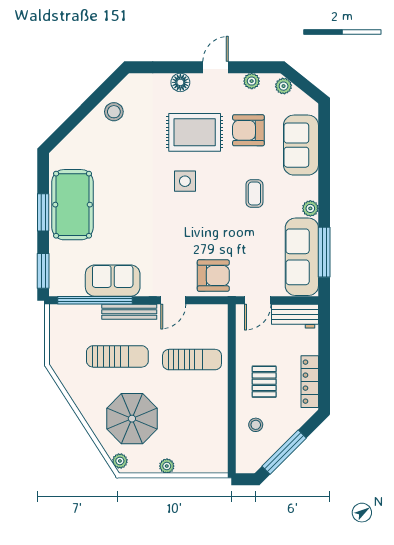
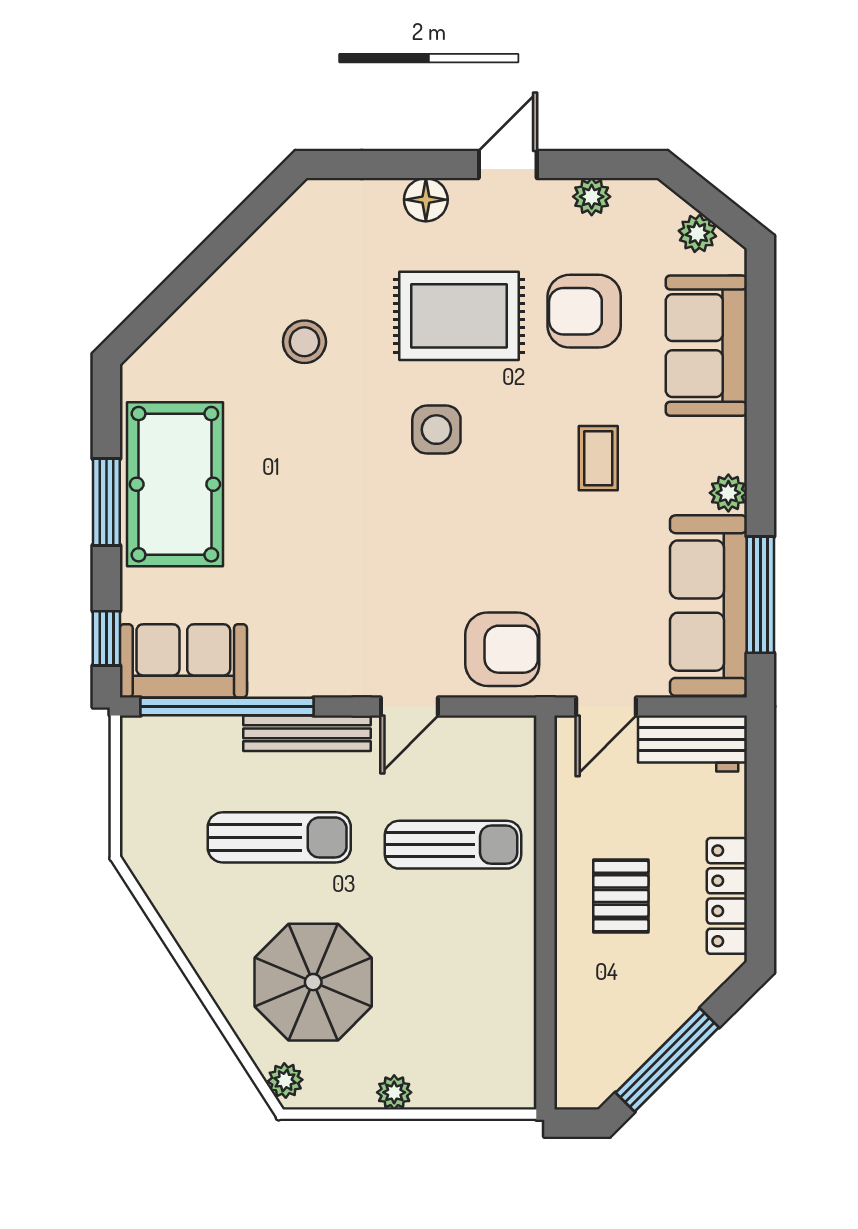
plant: (284, 86) -> (697, 233), moved
stool: (114, 112) -> (304, 342), moved
window: (43, 271) -> (106, 638), width x0.67
sofa: (113, 281) -> (183, 661), moved
stool: (256, 425) -> (601, 997), removed

